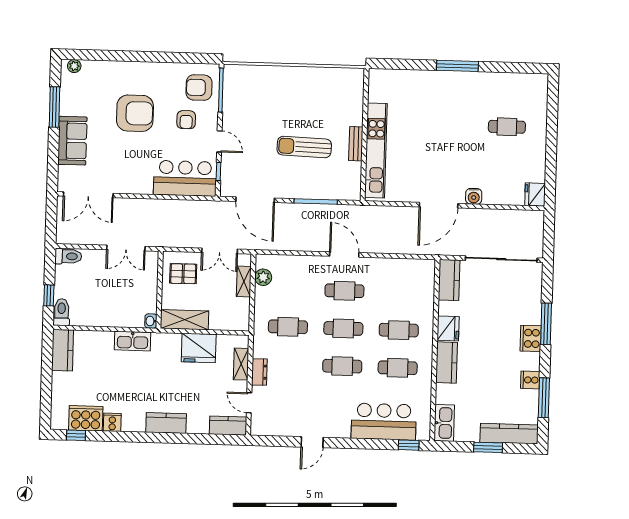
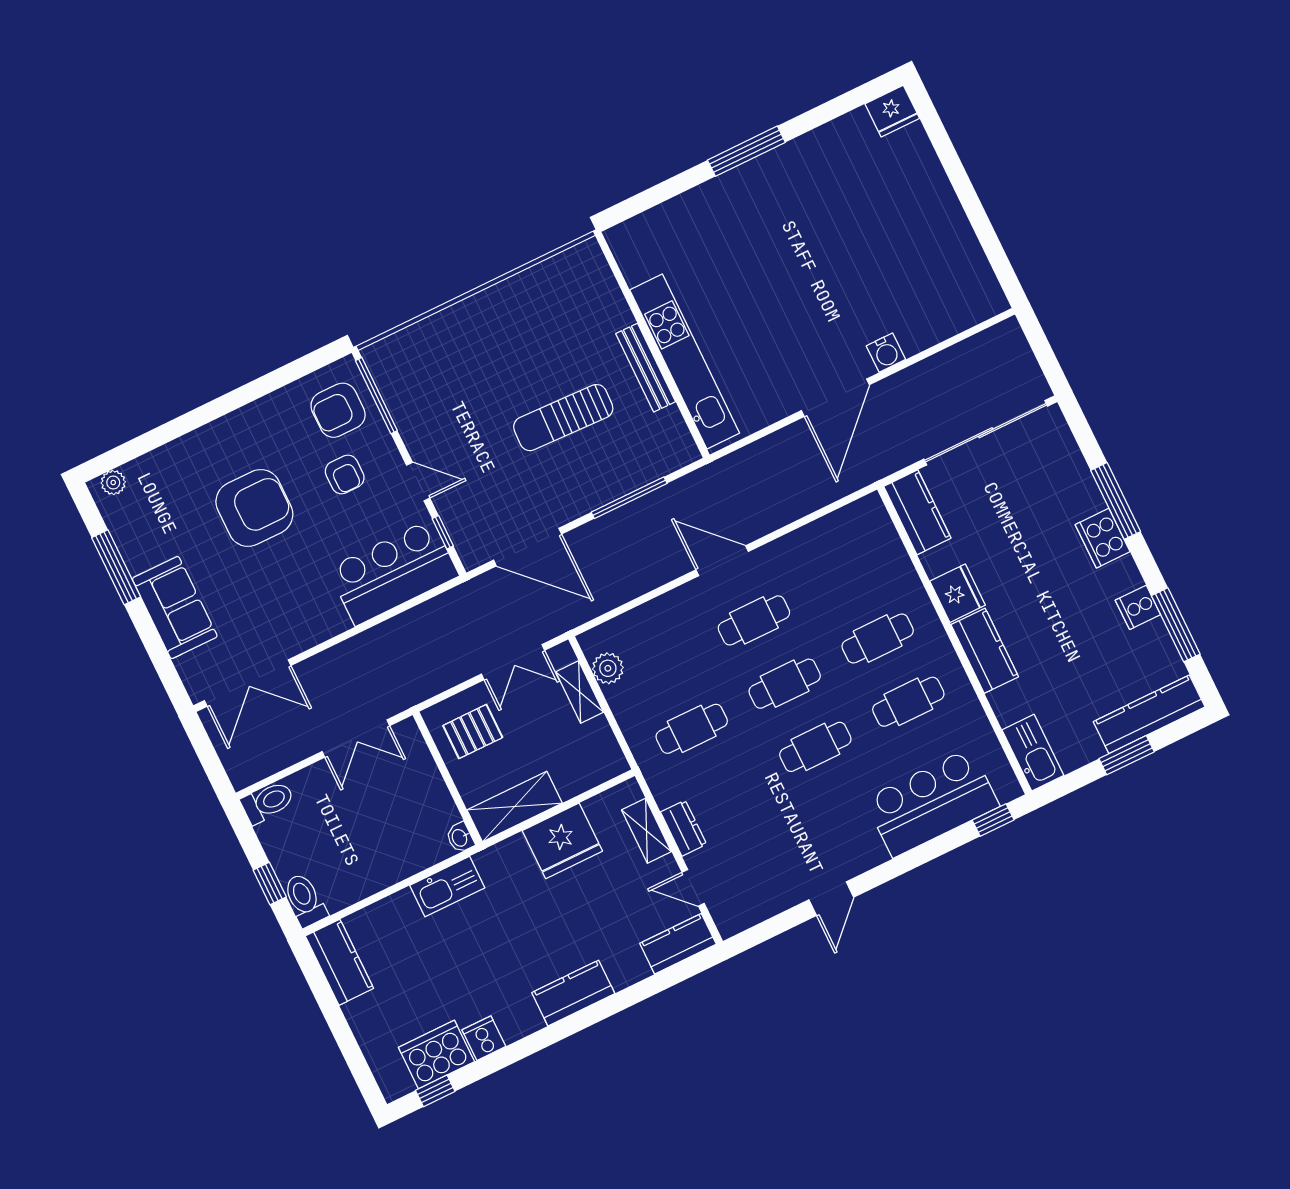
cafe table: (507, 127) -> (881, 209), removed
bench: (356, 144) -> (646, 368), width x1.36
fridge: (535, 195) -> (892, 111), moved, turned -90

